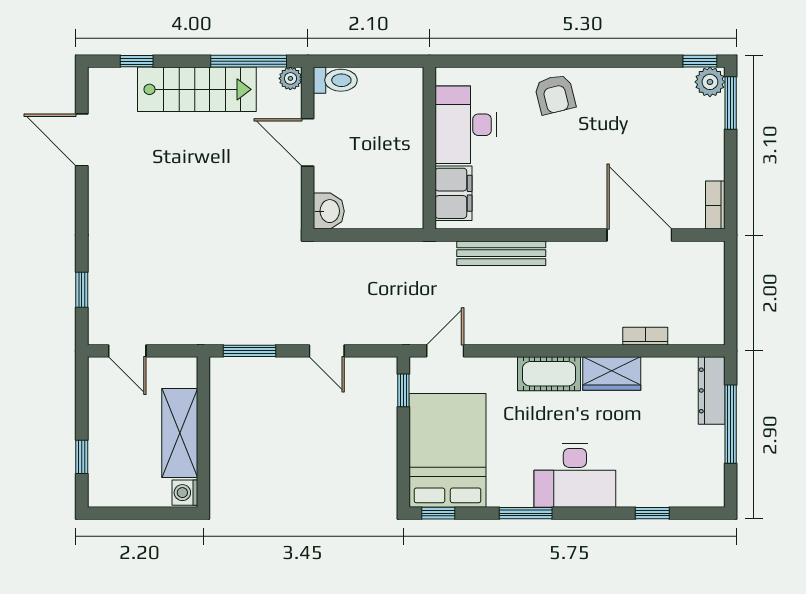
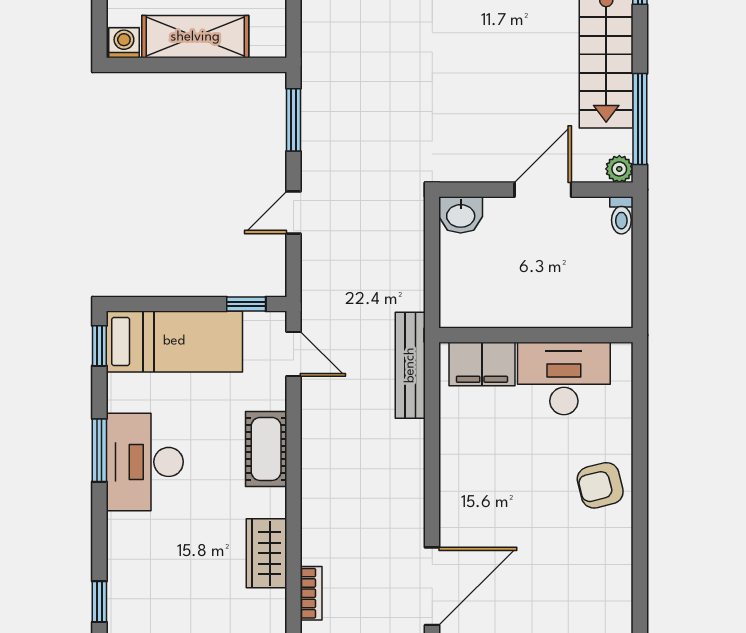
toilet: (335, 80) -> (621, 215), width x0.73, depth x0.72
bench: (501, 253) -> (410, 365), moved
cot: (549, 374) -> (266, 449), moved
bed: (448, 450) -> (174, 341), width x0.67
desk: (575, 475) -> (145, 462), moved

